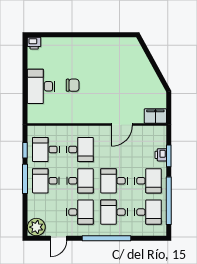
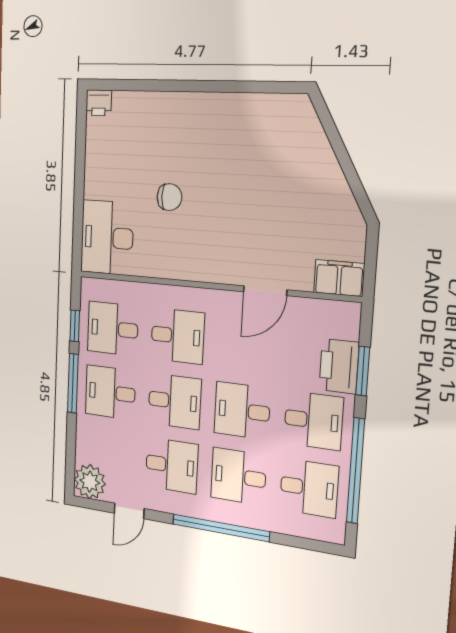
desk: (41, 86) -> (107, 238), moved
printer: (161, 155) -> (339, 366), width x1.87, depth x1.48

